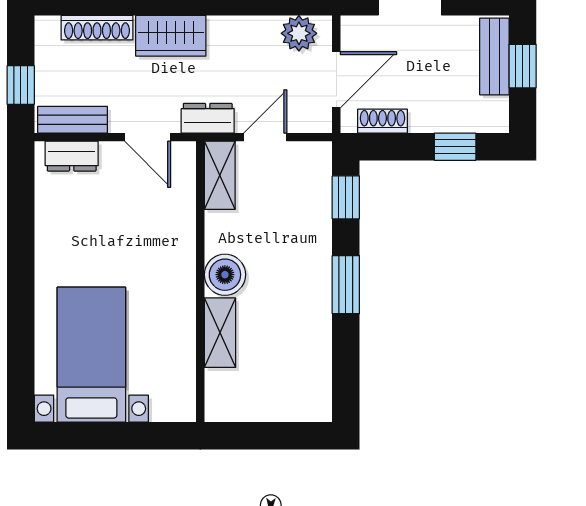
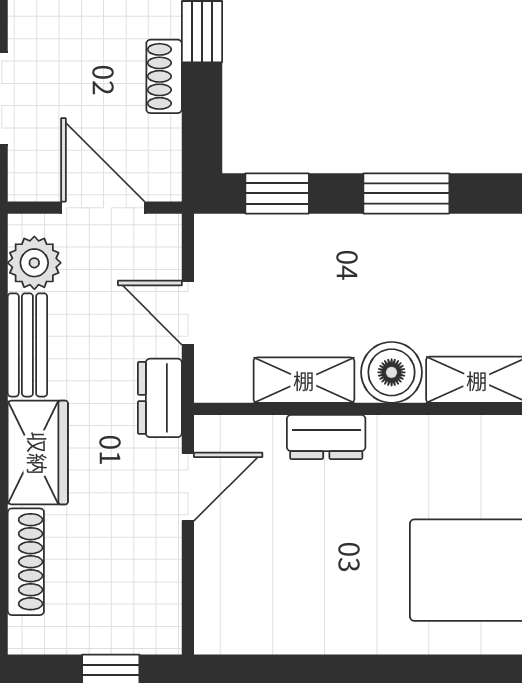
bench: (73, 120) -> (27, 345), moved
shoe rack: (382, 121) -> (164, 76), moved
dresser: (72, 156) -> (326, 437), moved, turned 90
shelving: (220, 175) -> (304, 380), moved

